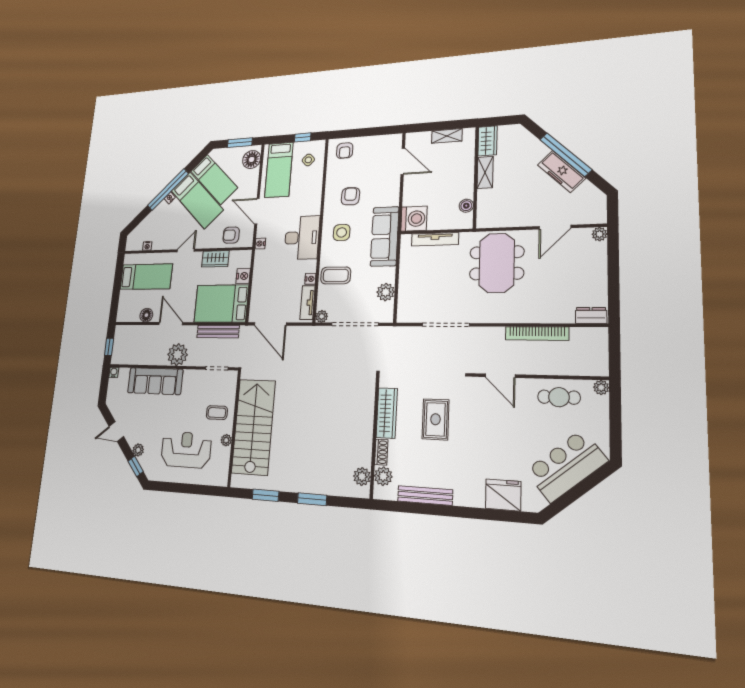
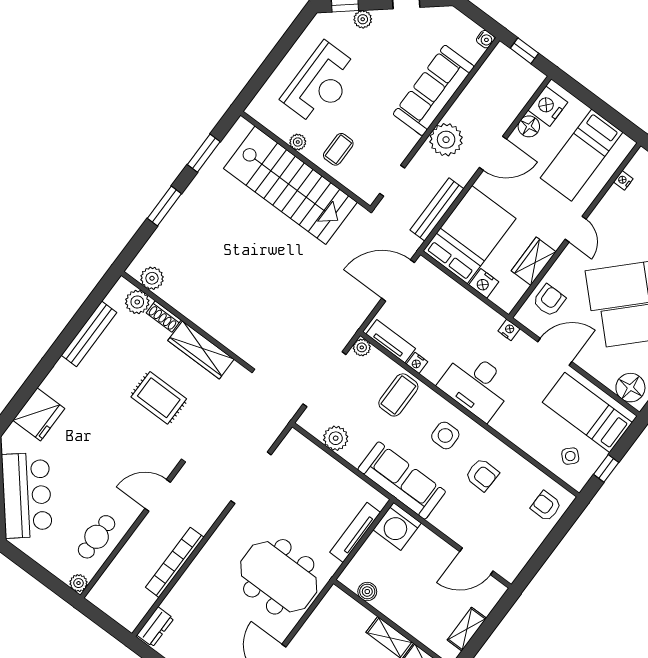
nightstand: (131, 313) -> (548, 106), added

